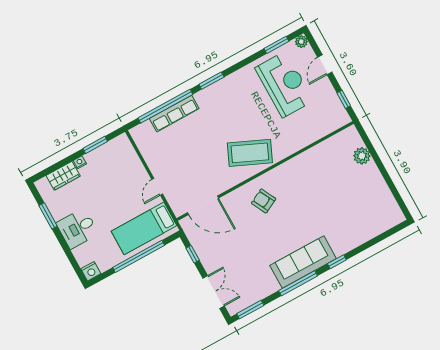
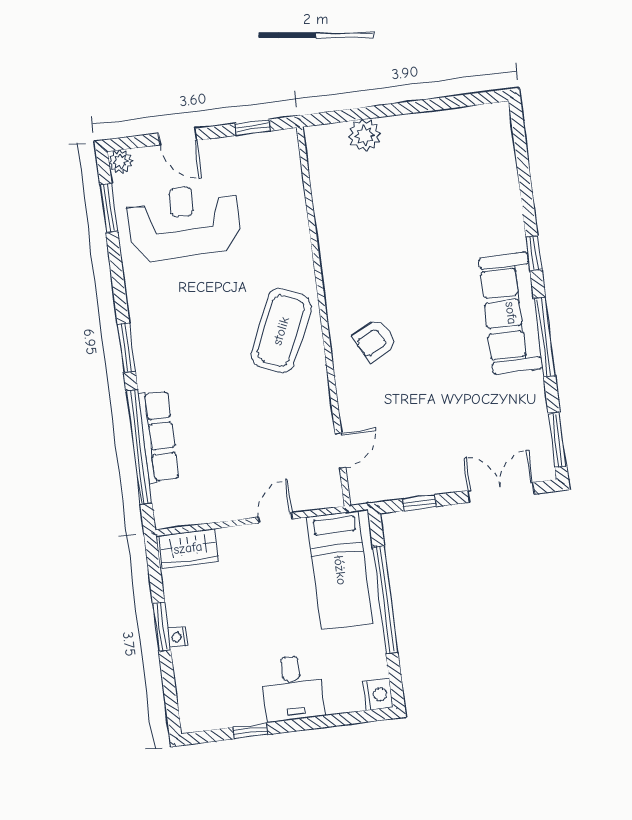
window: (95, 145) -> (162, 627), moved
wardrobe: (63, 176) -> (188, 548), moved, turned 90
door: (157, 187) -> (275, 518), swing flipped
door: (203, 205) -> (340, 450), width x0.53
window: (48, 216) -> (250, 731), width x0.67

